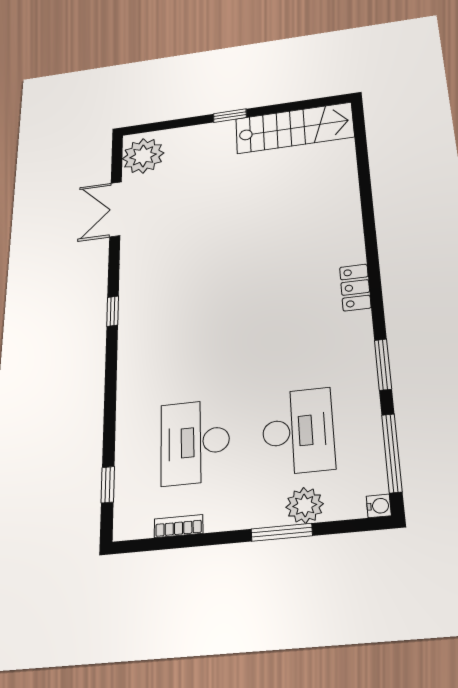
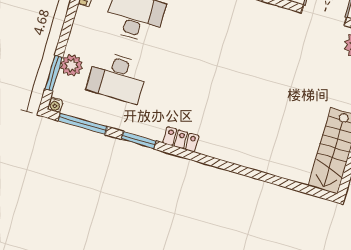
locker: (355, 287) -> (181, 139), moved
window: (282, 532) -> (54, 73), moved

